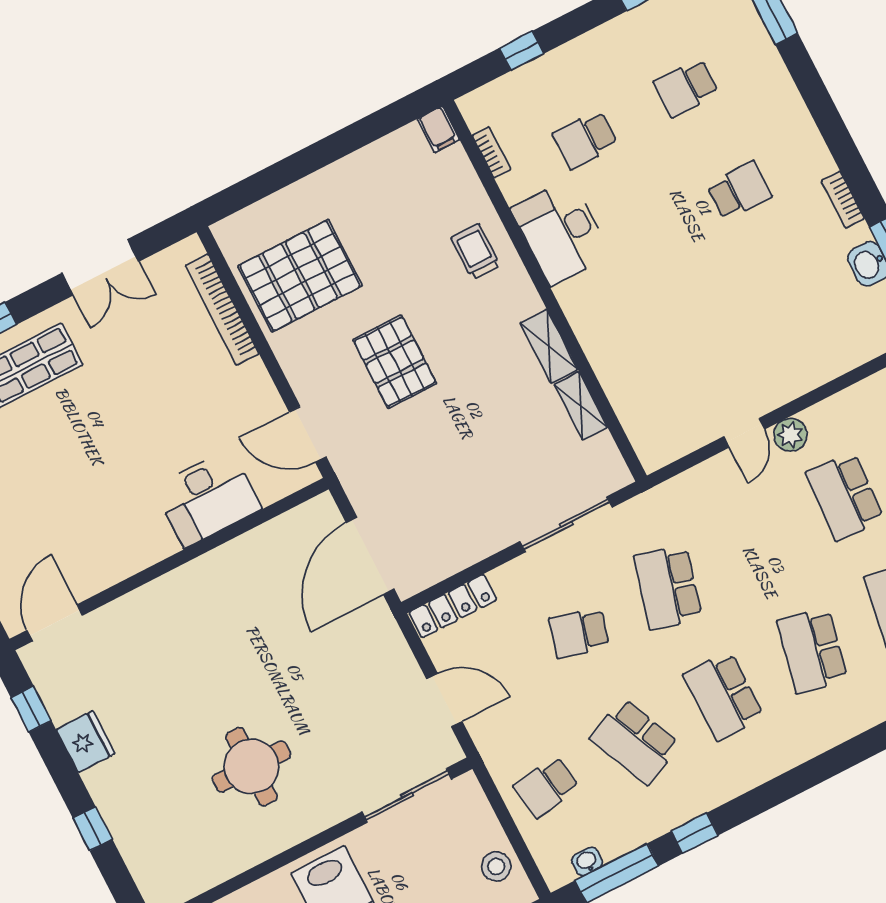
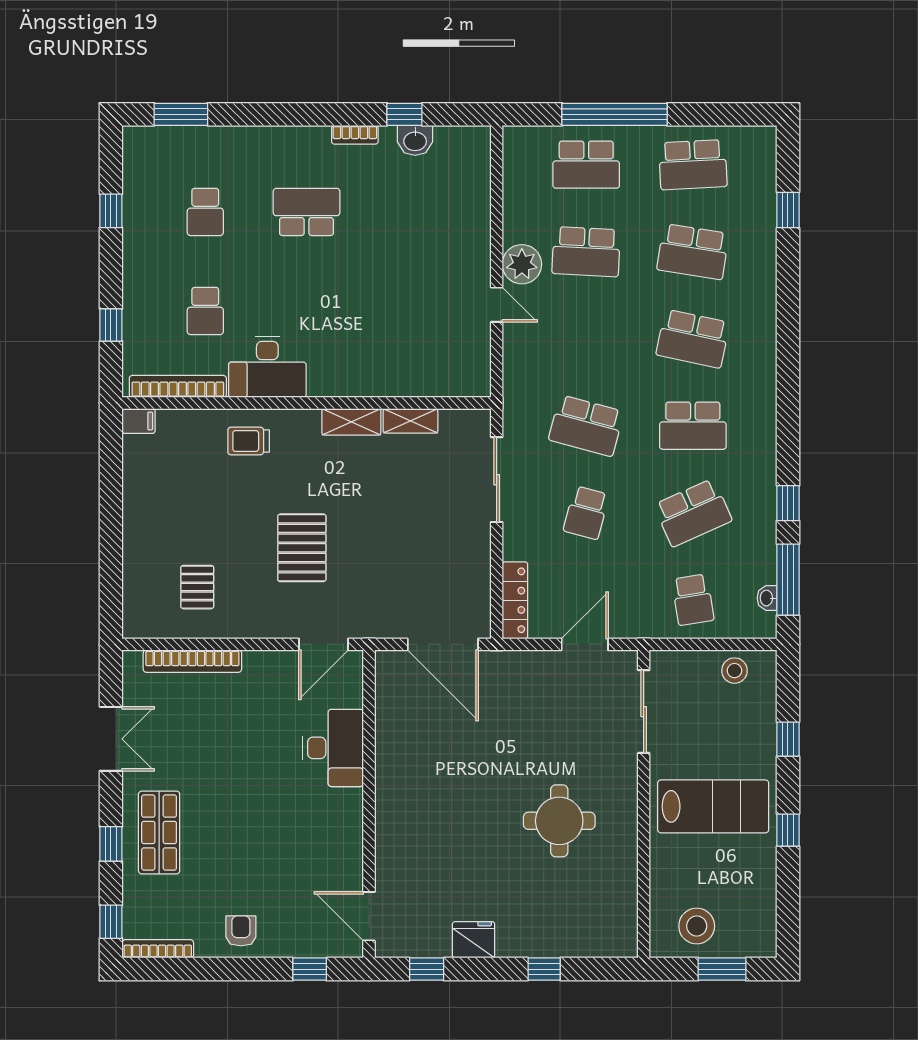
bookcase: (491, 152) -> (178, 386), width x2.31, depth x1.31
school desk: (739, 191) -> (307, 212), width x1.85
pallet: (300, 276) -> (197, 587), width x0.49, depth x0.50
pallet: (395, 362) -> (302, 548), turned 90
plant: (790, 435) -> (522, 264), width x1.36, depth x1.36

